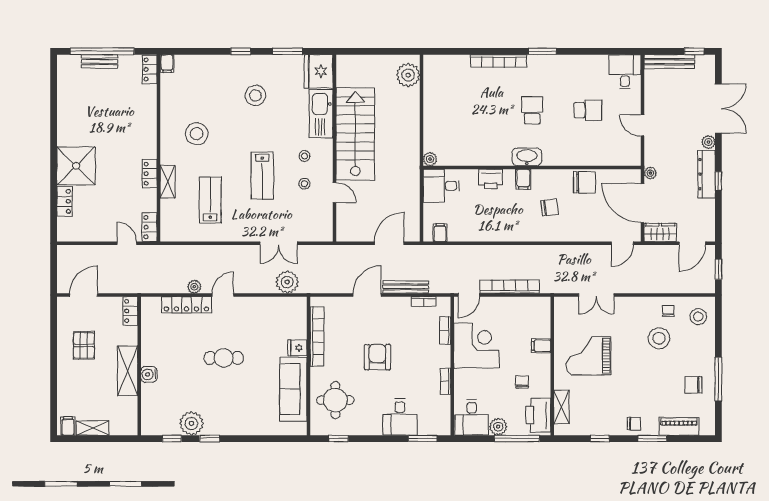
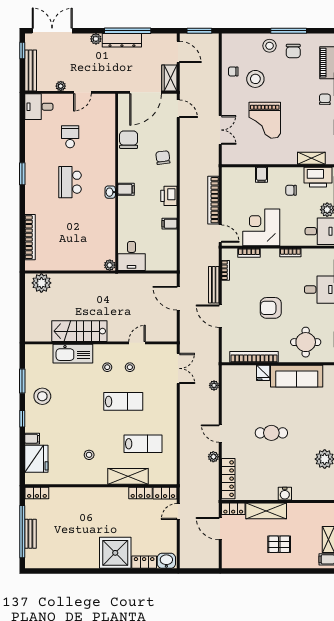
bookcase: (498, 61) -> (30, 237), moved
filing cabinet: (167, 64) -> (32, 439), moved
fridge: (319, 71) -> (36, 459), moved, turned -90
stool: (255, 95) -> (42, 396), moved
double door: (718, 109) -> (52, 31), moved
school desk: (532, 110) -> (70, 182), width x1.85
stool: (197, 134) -> (89, 455), width x0.53, depth x0.53
stairs: (355, 134) -> (79, 331), width x0.73, depth x0.66
washbasin: (527, 157) -> (110, 192), width x0.52, depth x0.69
plant: (650, 173) -> (61, 86), moved
locker: (150, 174) -> (140, 493), moved
printer: (491, 179) -> (169, 196), moved, turned 180
window: (718, 181) -> (128, 31), width x3.17
shelving: (168, 182) -> (128, 476), width x1.50, depth x1.33
lab bench: (210, 200) -> (143, 444), turned 180
chair: (550, 207) -> (163, 158), moved
washbasin: (66, 229) -> (166, 561), added
filing cabinet: (440, 233) -> (170, 224), moved
double door: (279, 243) -> (178, 368), moved
window: (718, 269) -> (199, 31), width x1.50
plant: (287, 282) -> (214, 385), width x0.53, depth x0.53
door: (84, 295) -> (220, 529), moved
locker: (186, 305) -> (228, 479), moved
stool: (698, 317) -> (270, 46), moved
pallet: (84, 345) -> (279, 544), moved
grand piano: (588, 356) -> (265, 120), moved
cafe table: (224, 358) -> (271, 433), turned 90
shelving: (128, 371) -> (266, 511), moved

